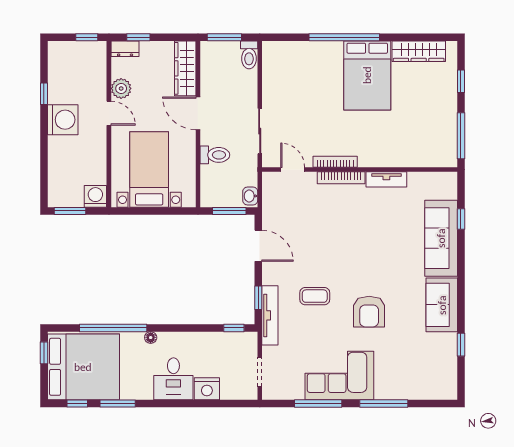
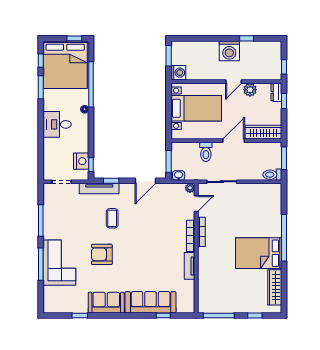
plant: (269, 179) -> (190, 188), added
corner sofa: (339, 375) -> (59, 263), moved
nightstand: (207, 389) -> (81, 161), moved, turned 180

